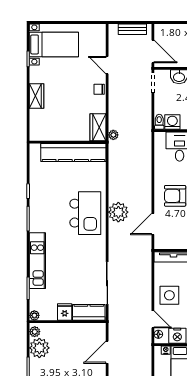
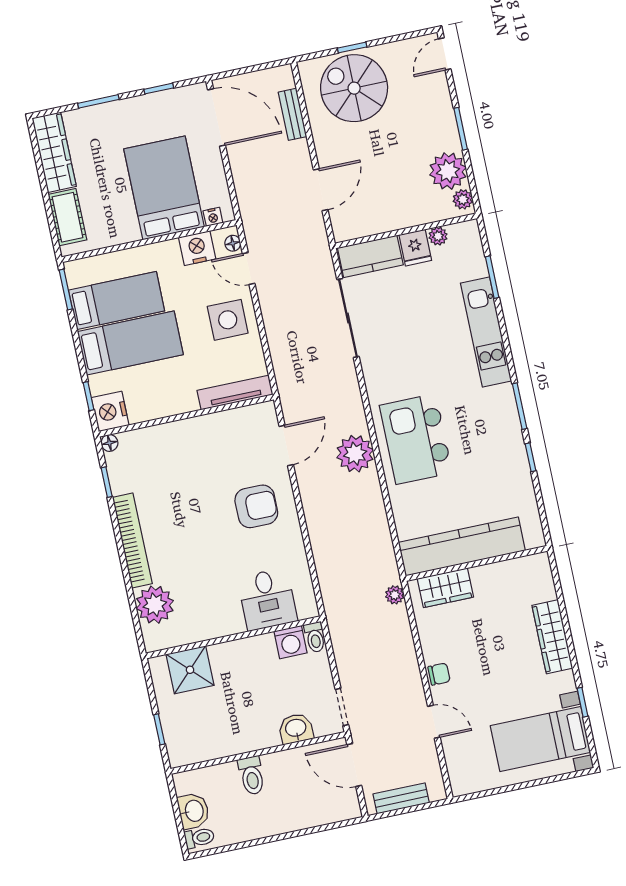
wardrobe: (37, 96) -> (552, 637), width x1.50
wardrobe: (98, 127) -> (445, 588), moved, turned 90
plant: (34, 315) -> (438, 236), moved

